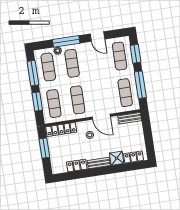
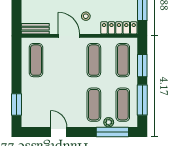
window: (66, 41) -> (112, 132), moved
exercise mat: (120, 56) -> (36, 105), removed
window: (140, 85) -> (17, 67), removed

